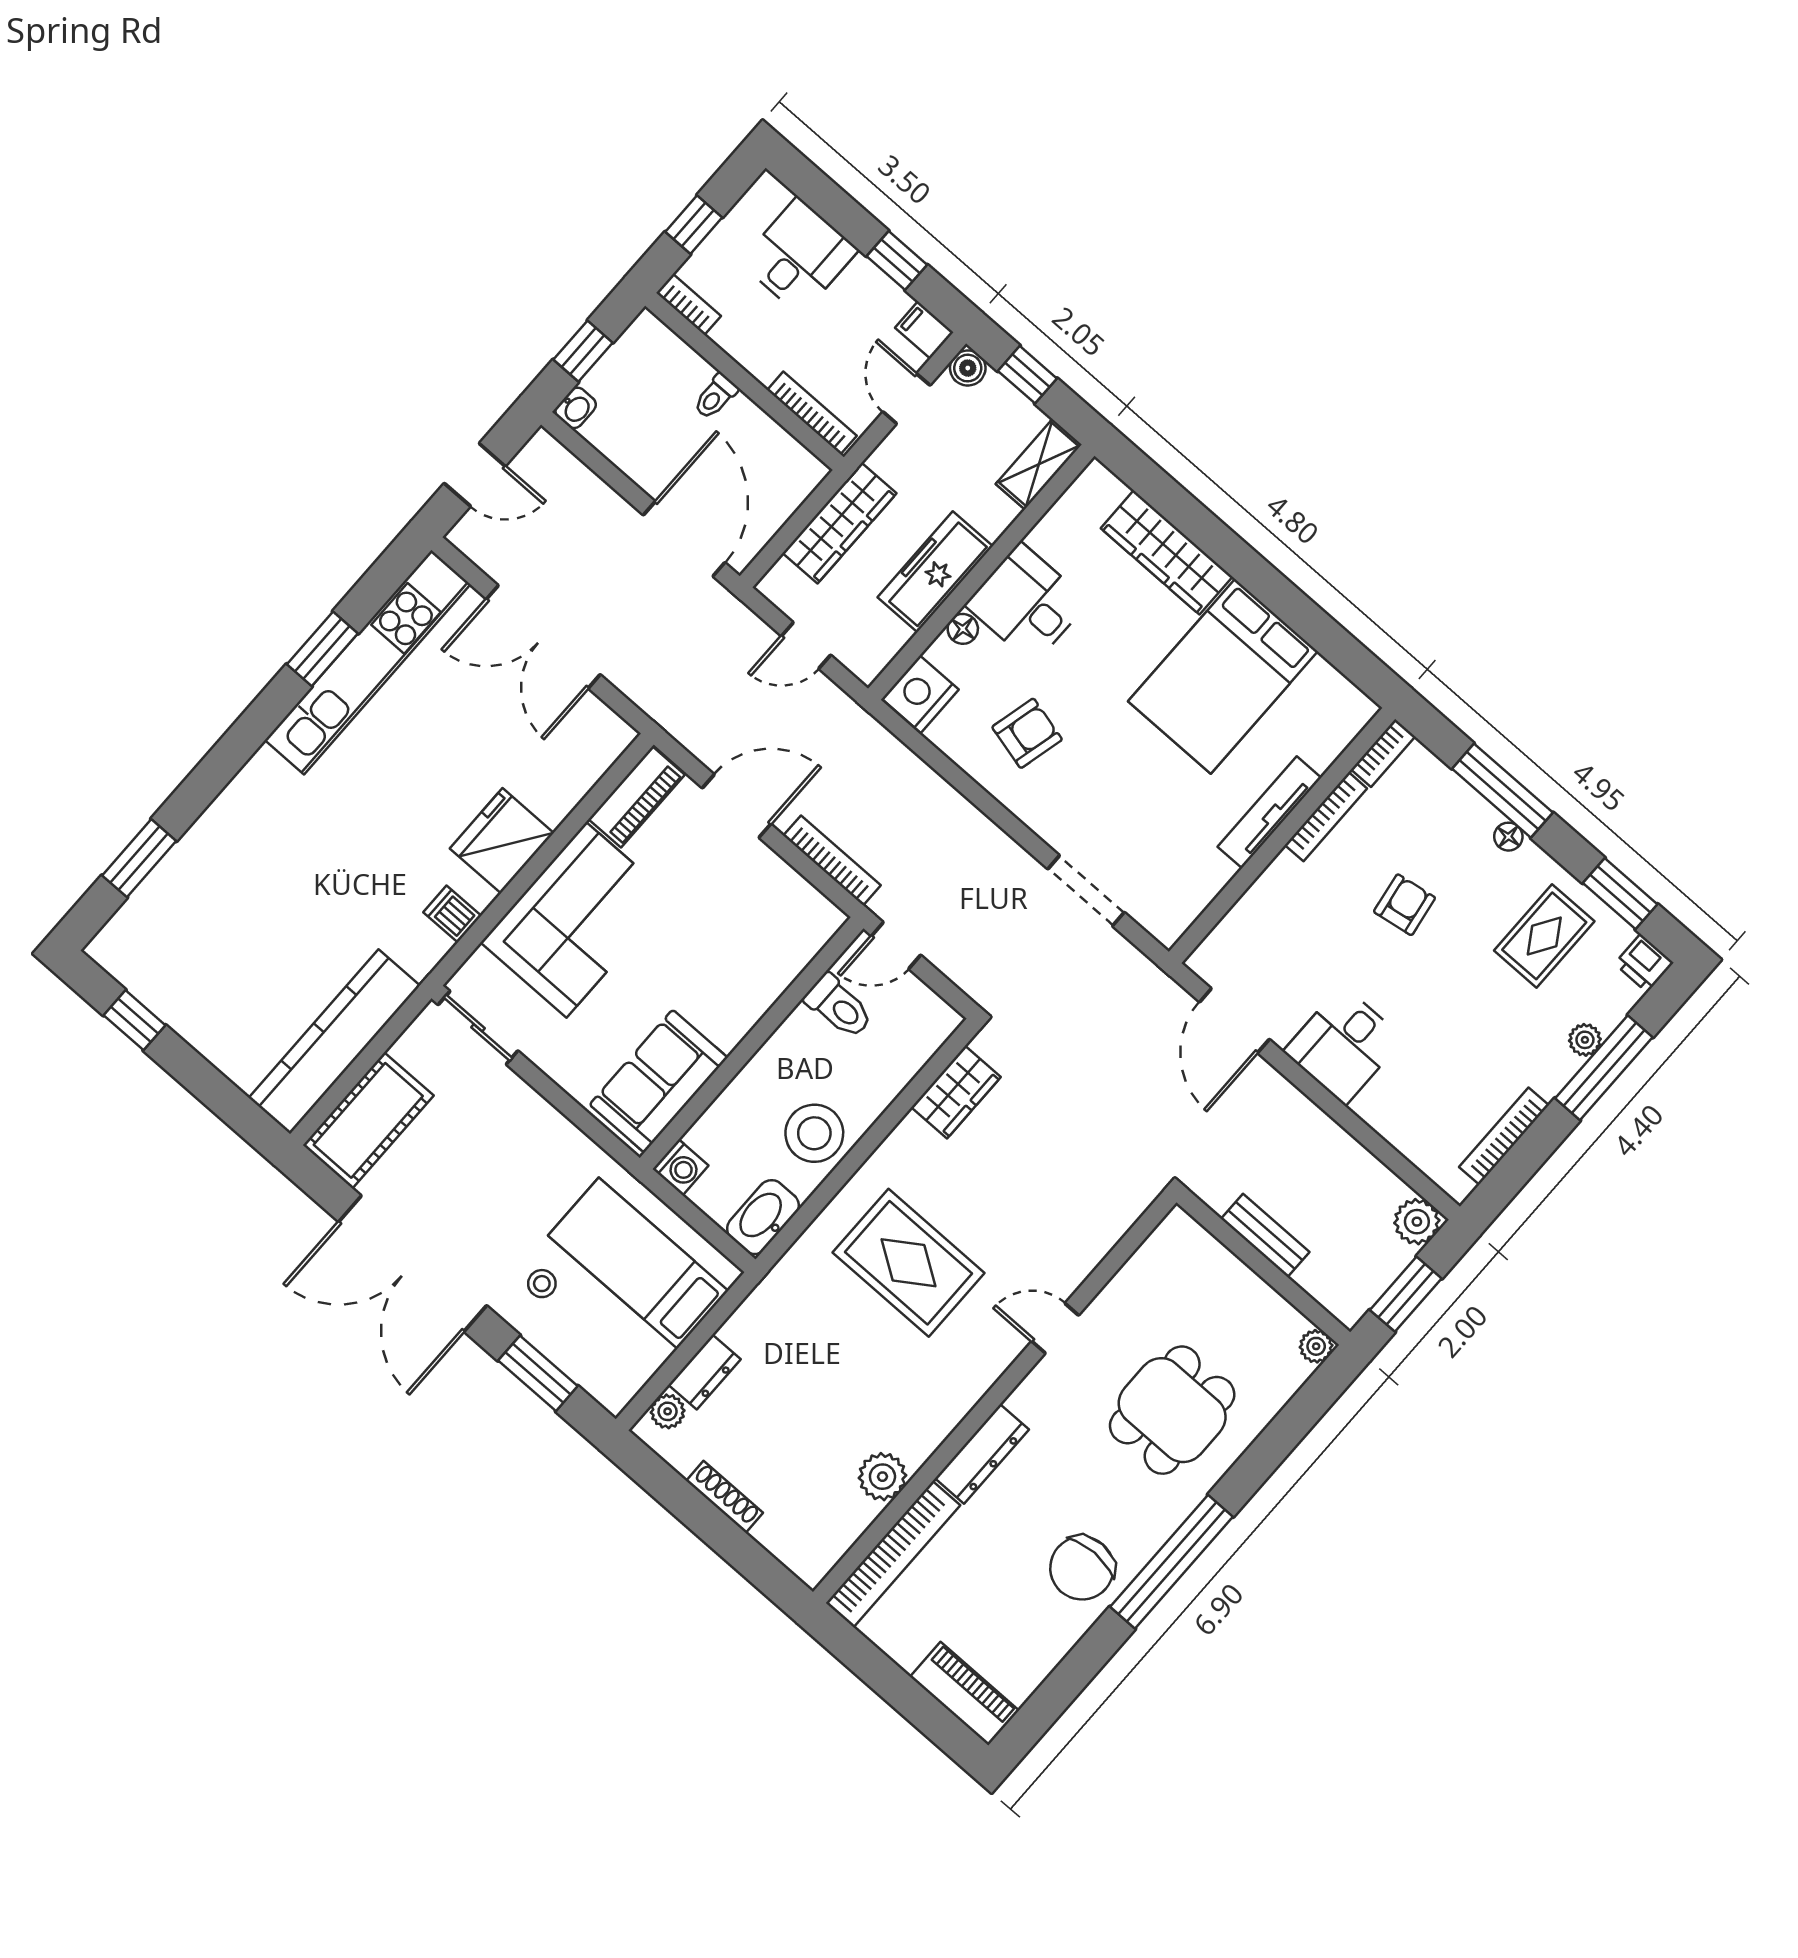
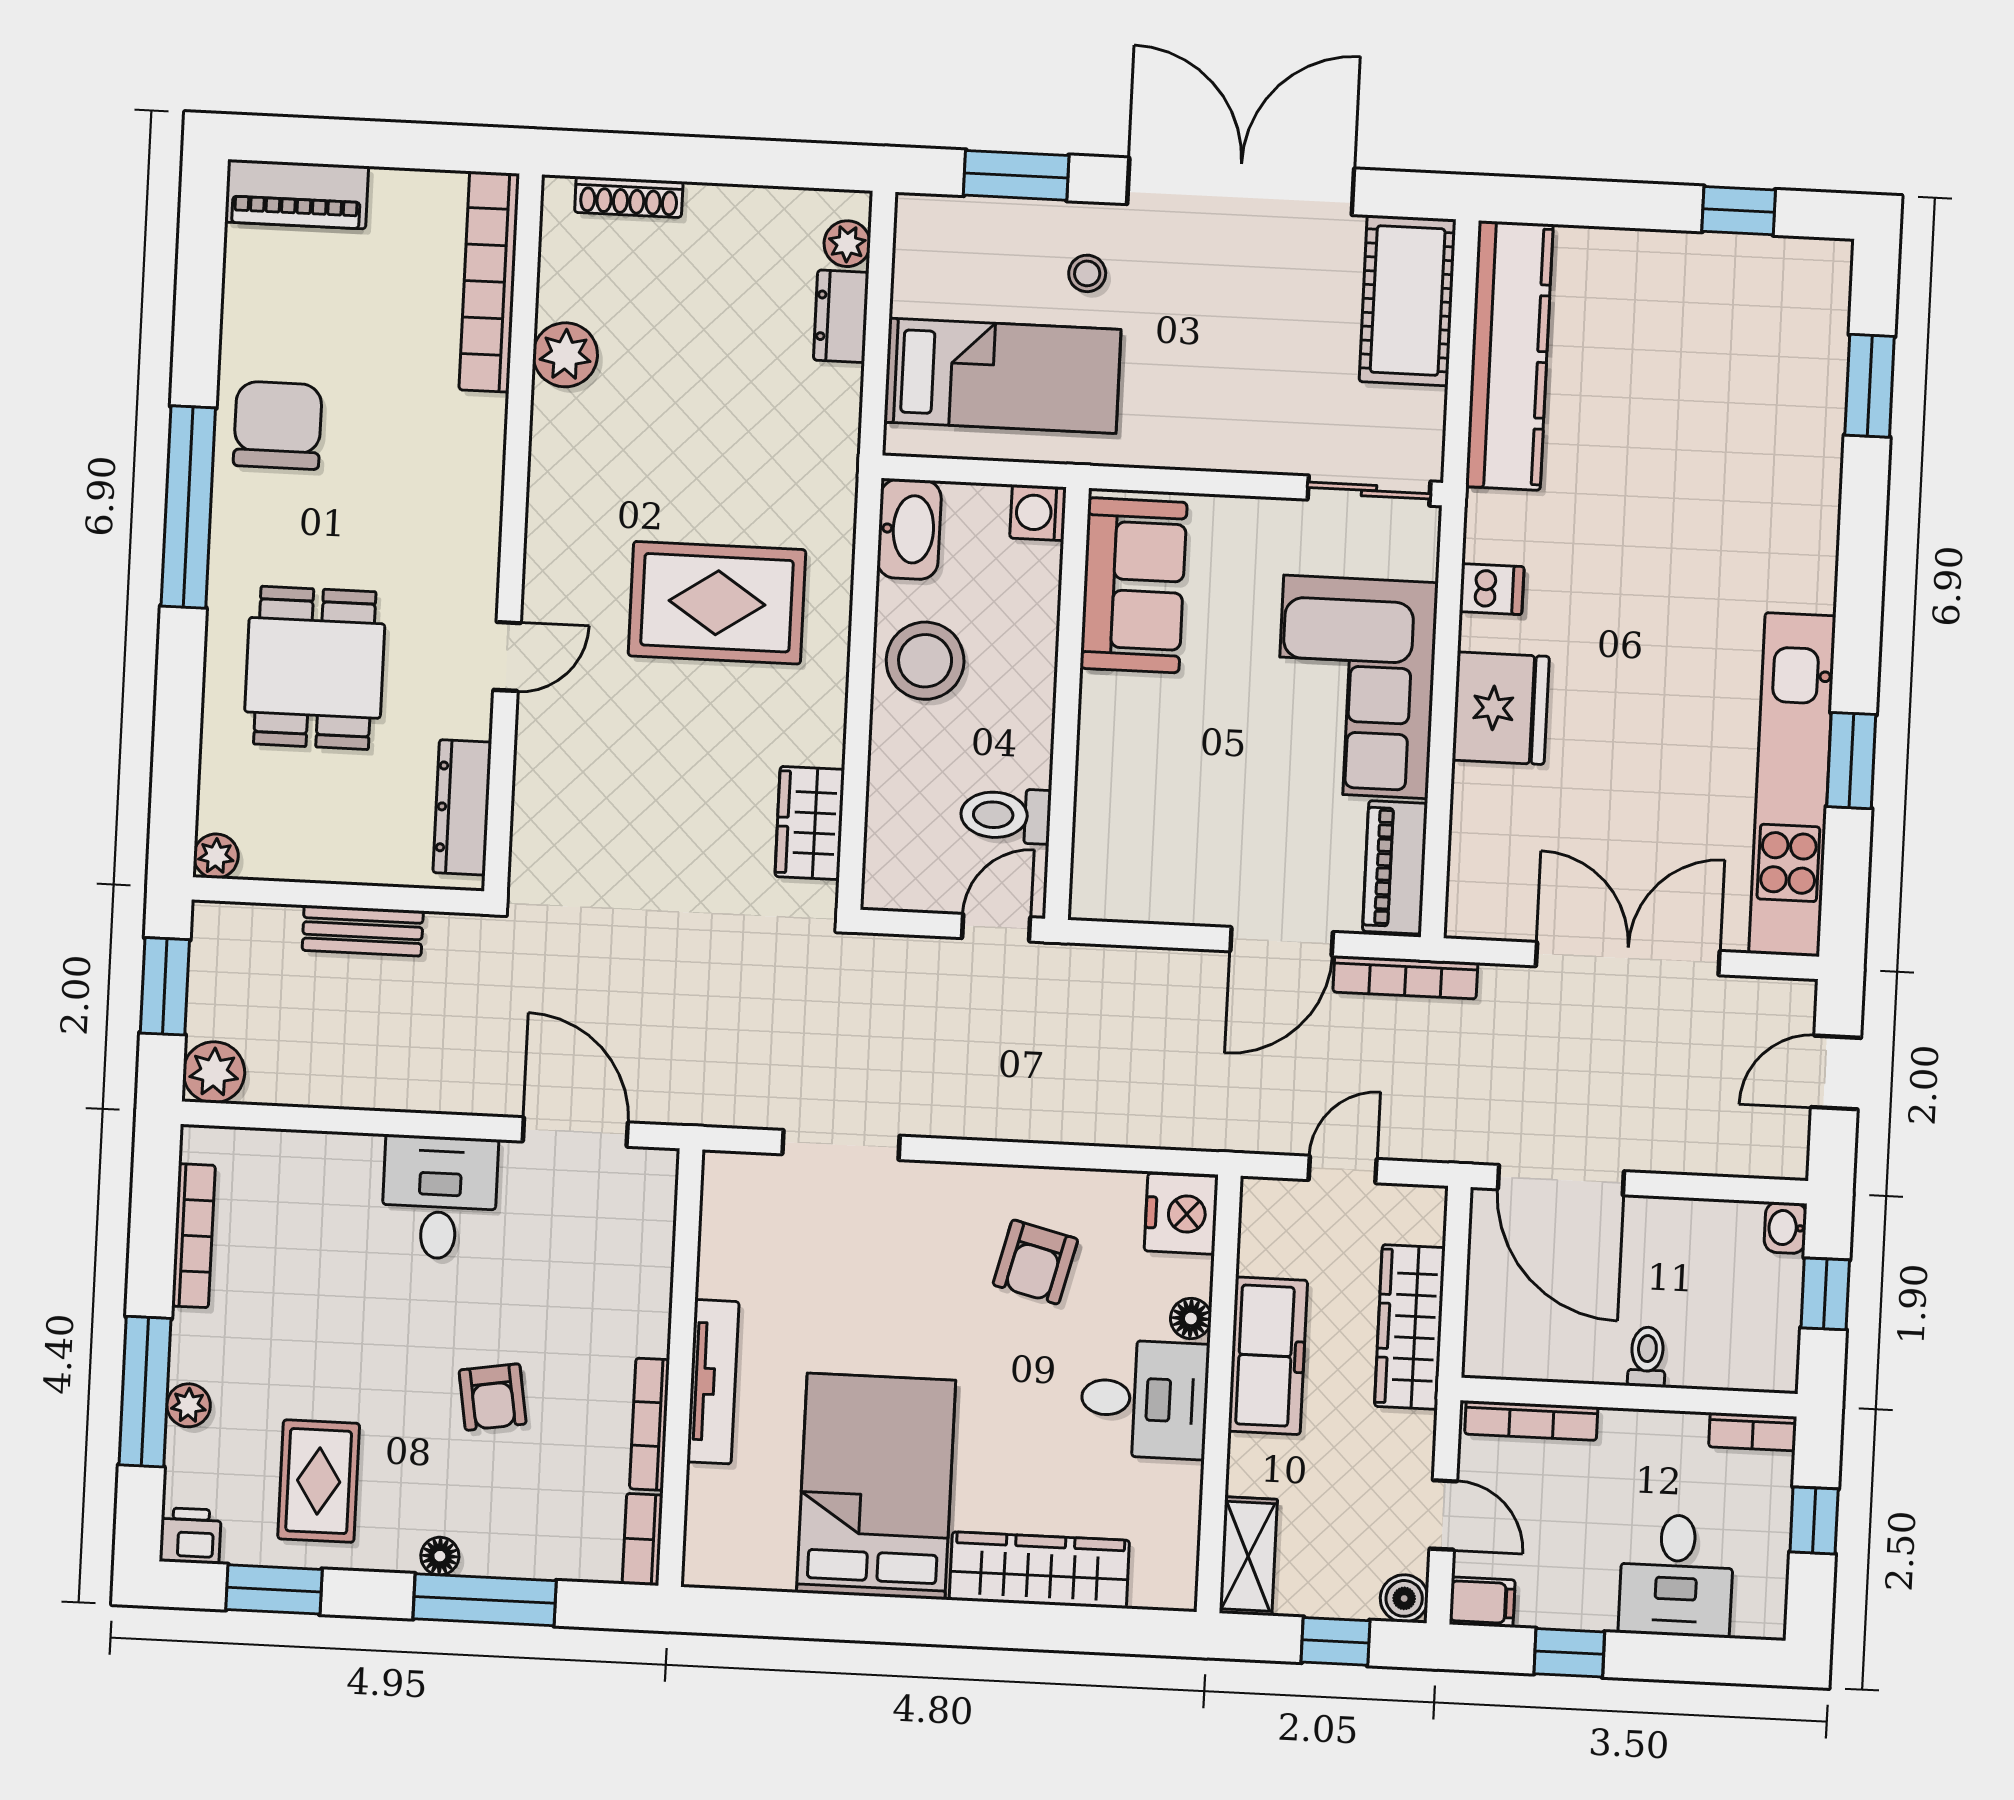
bookcase: (832, 860) -> (1405, 977), moved
dresser: (982, 1454) -> (462, 807), moved
shoe rack: (725, 1497) -> (629, 197), moved

